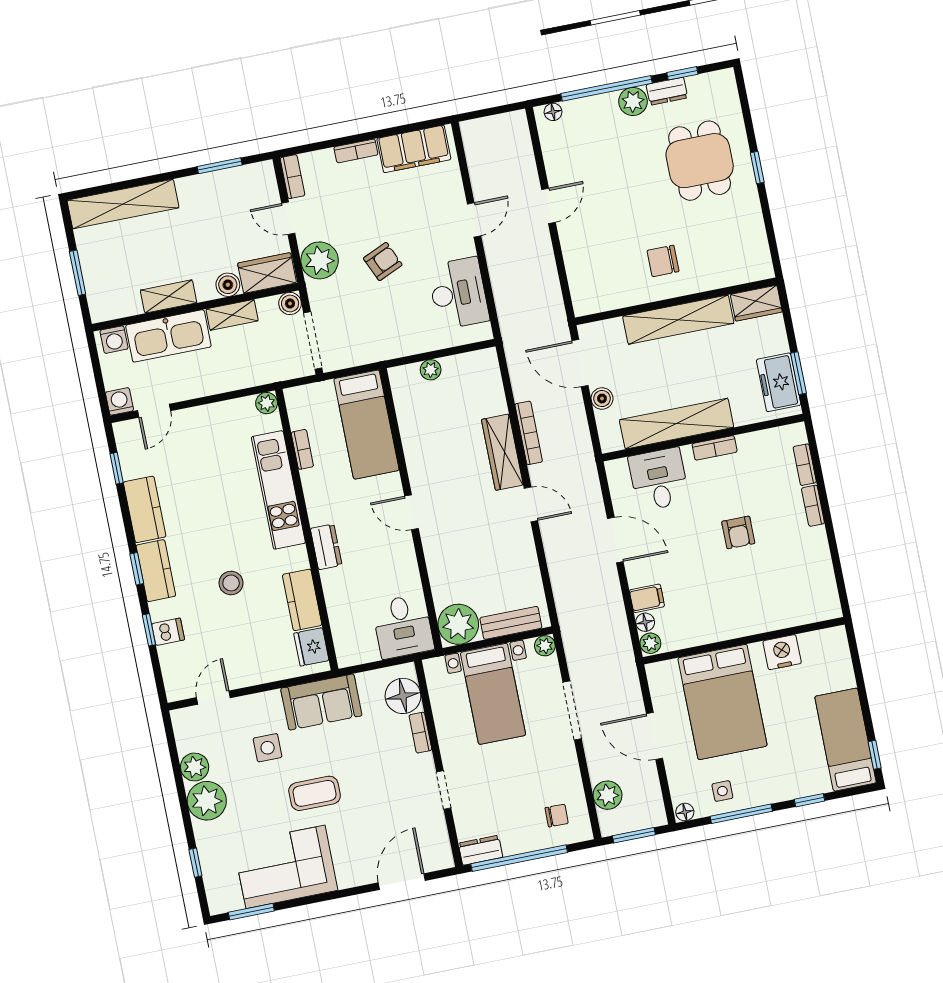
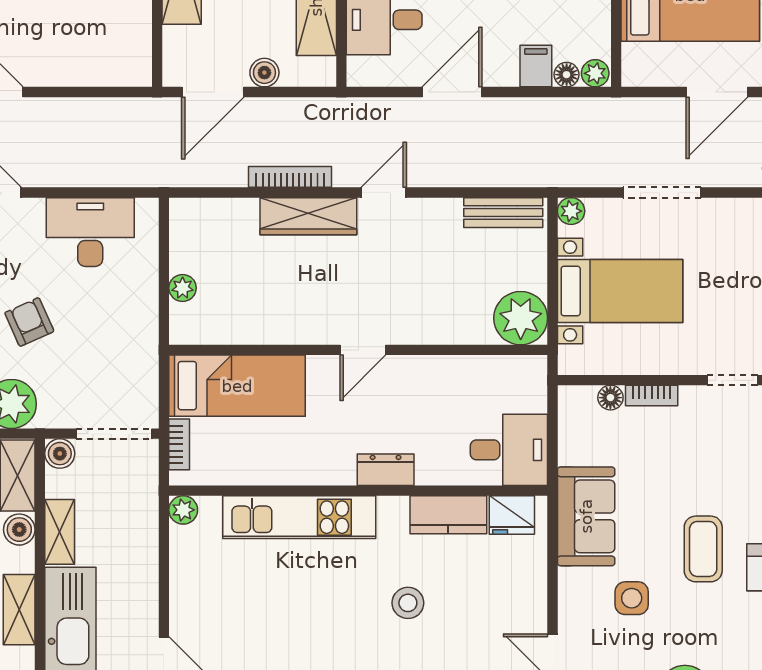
bookcase: (302, 449) -> (179, 444), moved, turned 90
bench: (511, 623) -> (503, 213), moved, turned 90
desk: (403, 626) -> (509, 450), moved
floor lamp: (403, 696) -> (610, 398), width x0.53, depth x0.53

